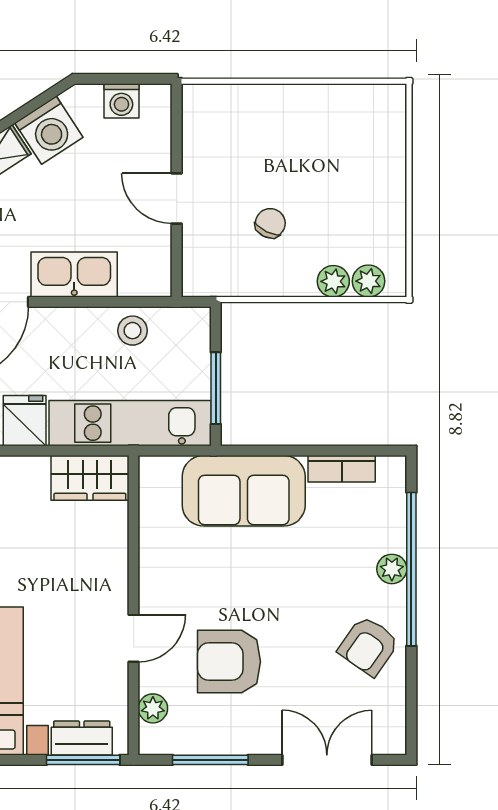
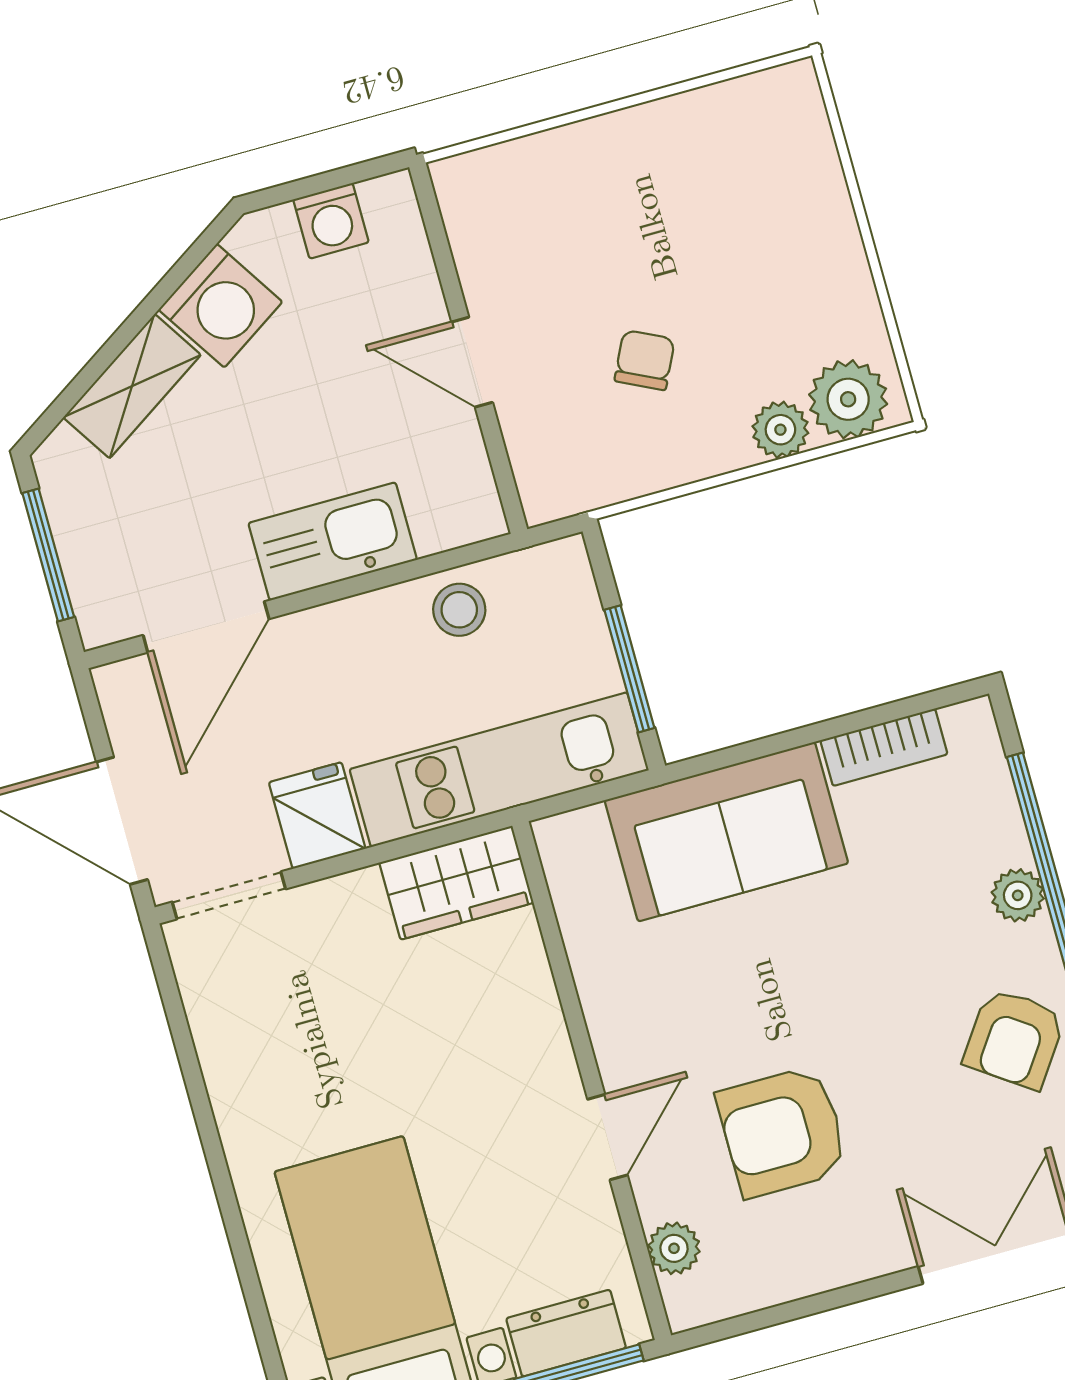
plant: (368, 281) -> (848, 399), width x1.38, depth x1.38
window: (210, 760) -> (797, 1309), removed

